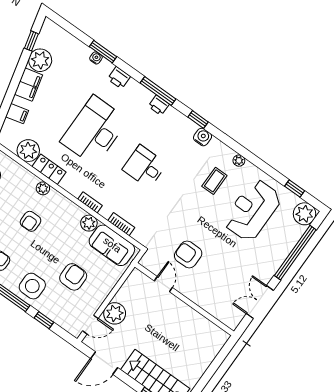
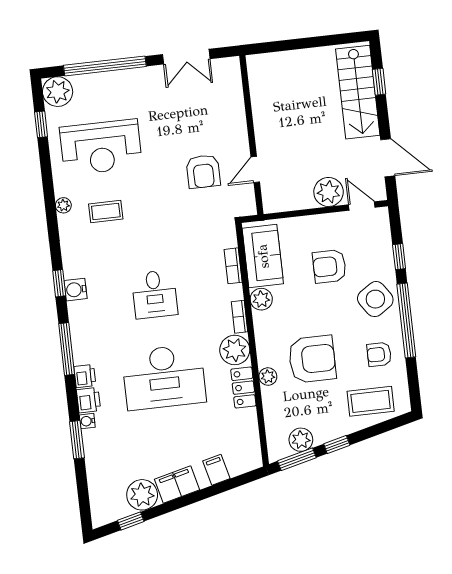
water cooler: (96, 58) -> (87, 421), moved
printer: (159, 105) -> (85, 376), moved
water cooler: (203, 137) -> (76, 290), moved
plant: (28, 151) -> (235, 350), moved
armchair: (31, 221) -> (312, 359), width x1.88, depth x1.88
side table: (32, 286) -> (375, 299), turned -34

